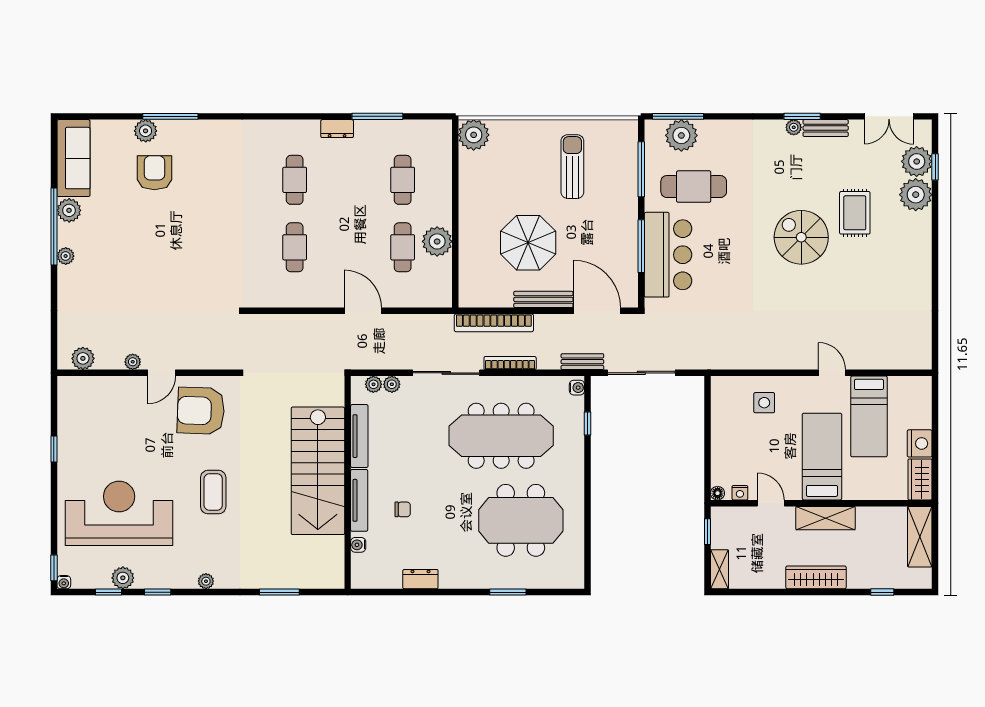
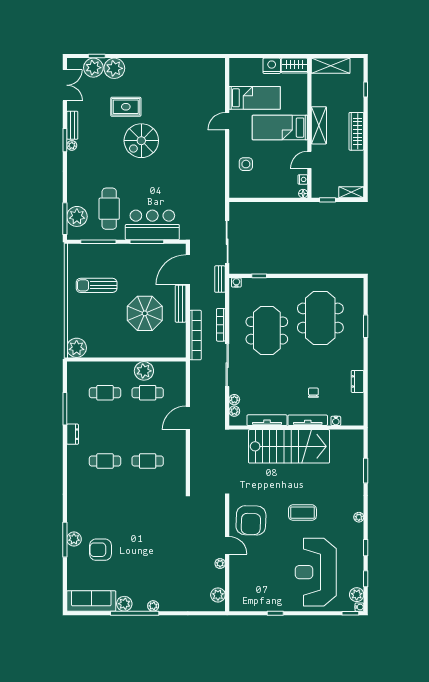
plant: (146, 131) -> (74, 539), moved
meeting table: (501, 436) -> (267, 330), width x0.73
plant: (123, 578) -> (357, 595), moved

